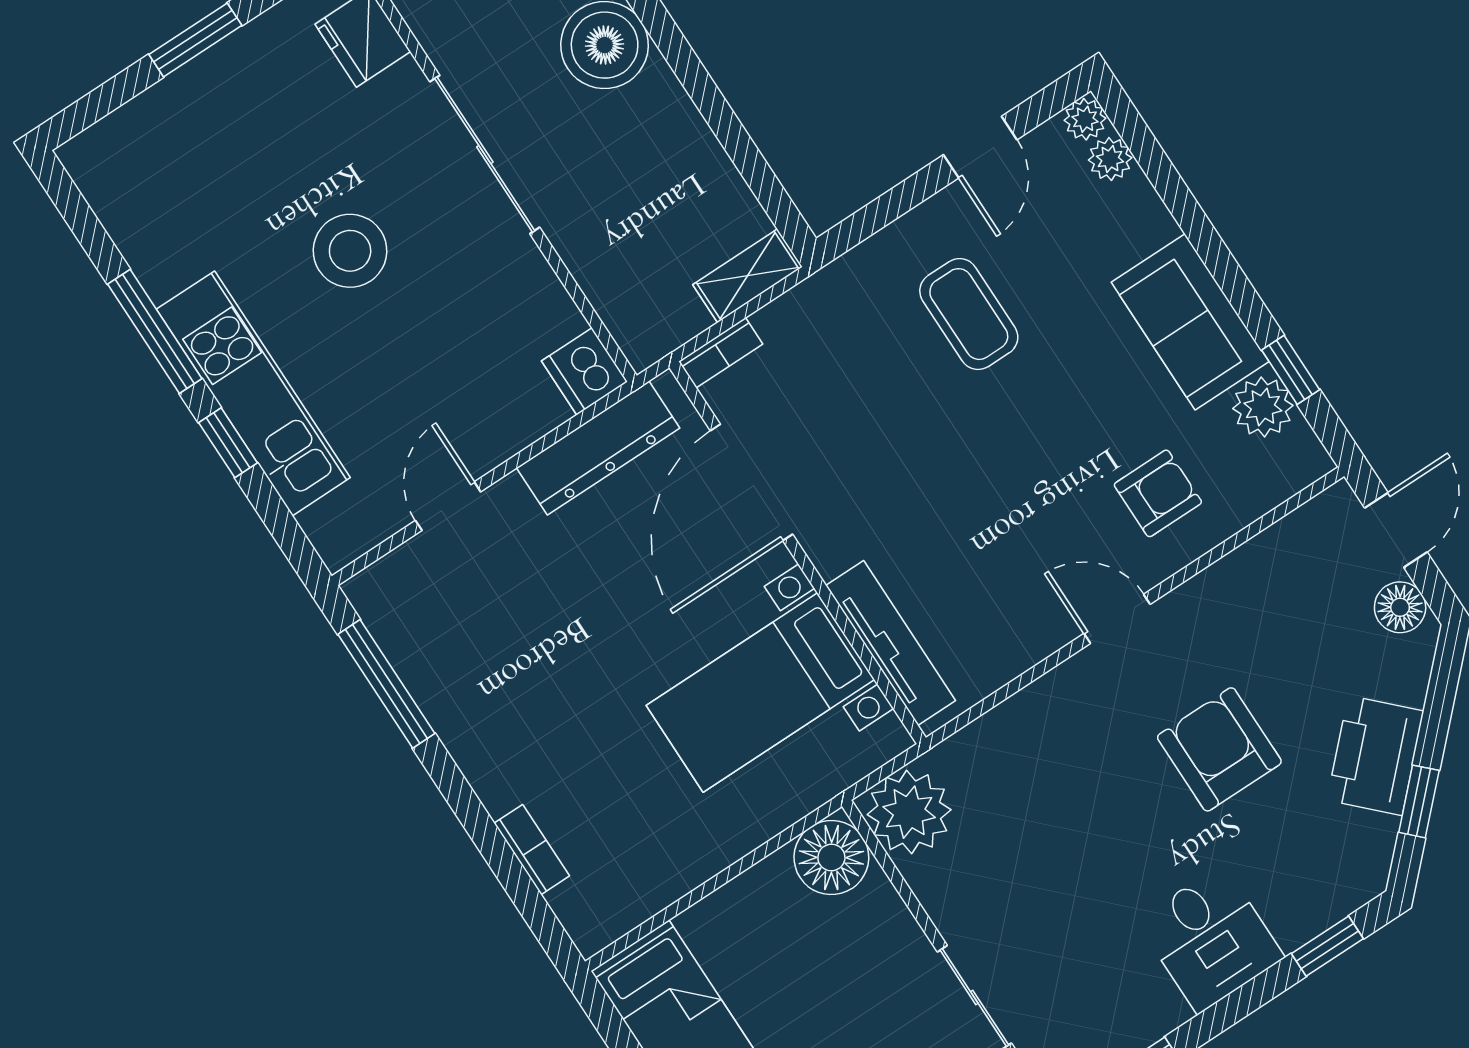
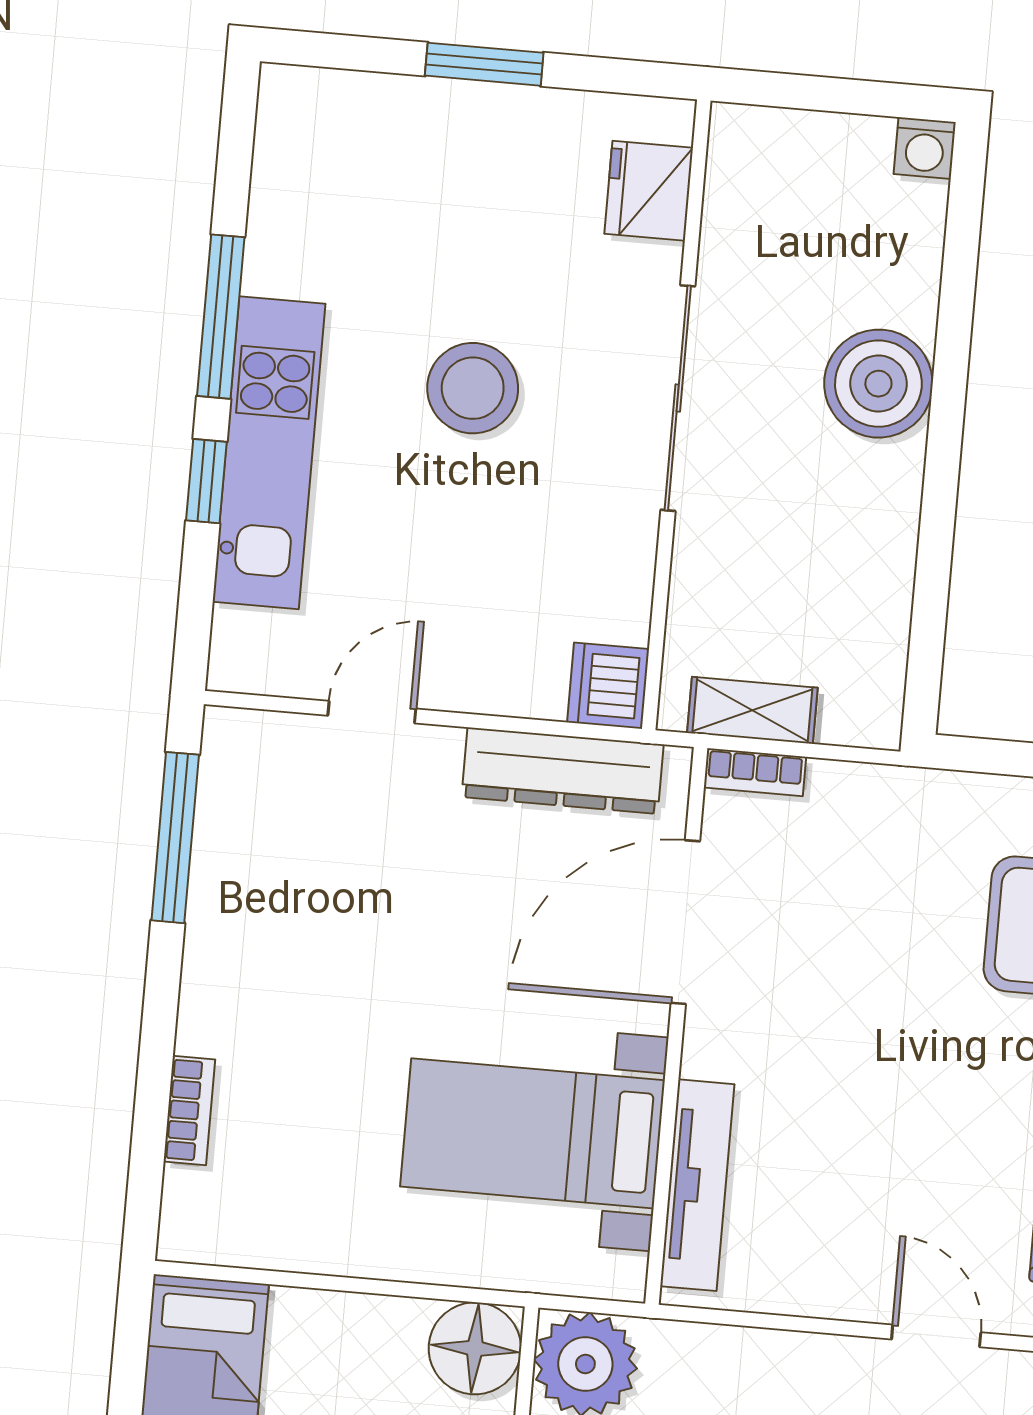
shelving: (748, 276) -> (752, 710), moved

